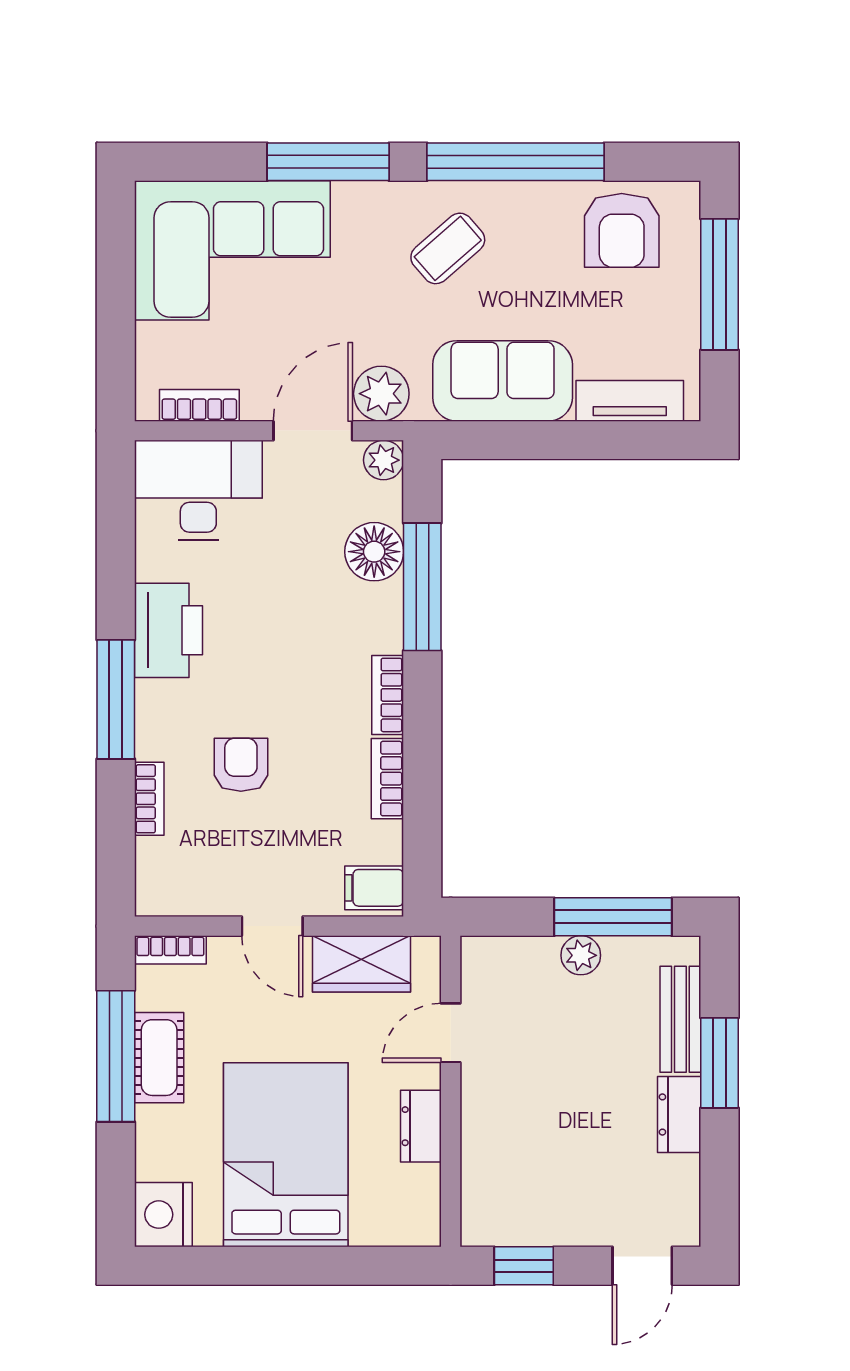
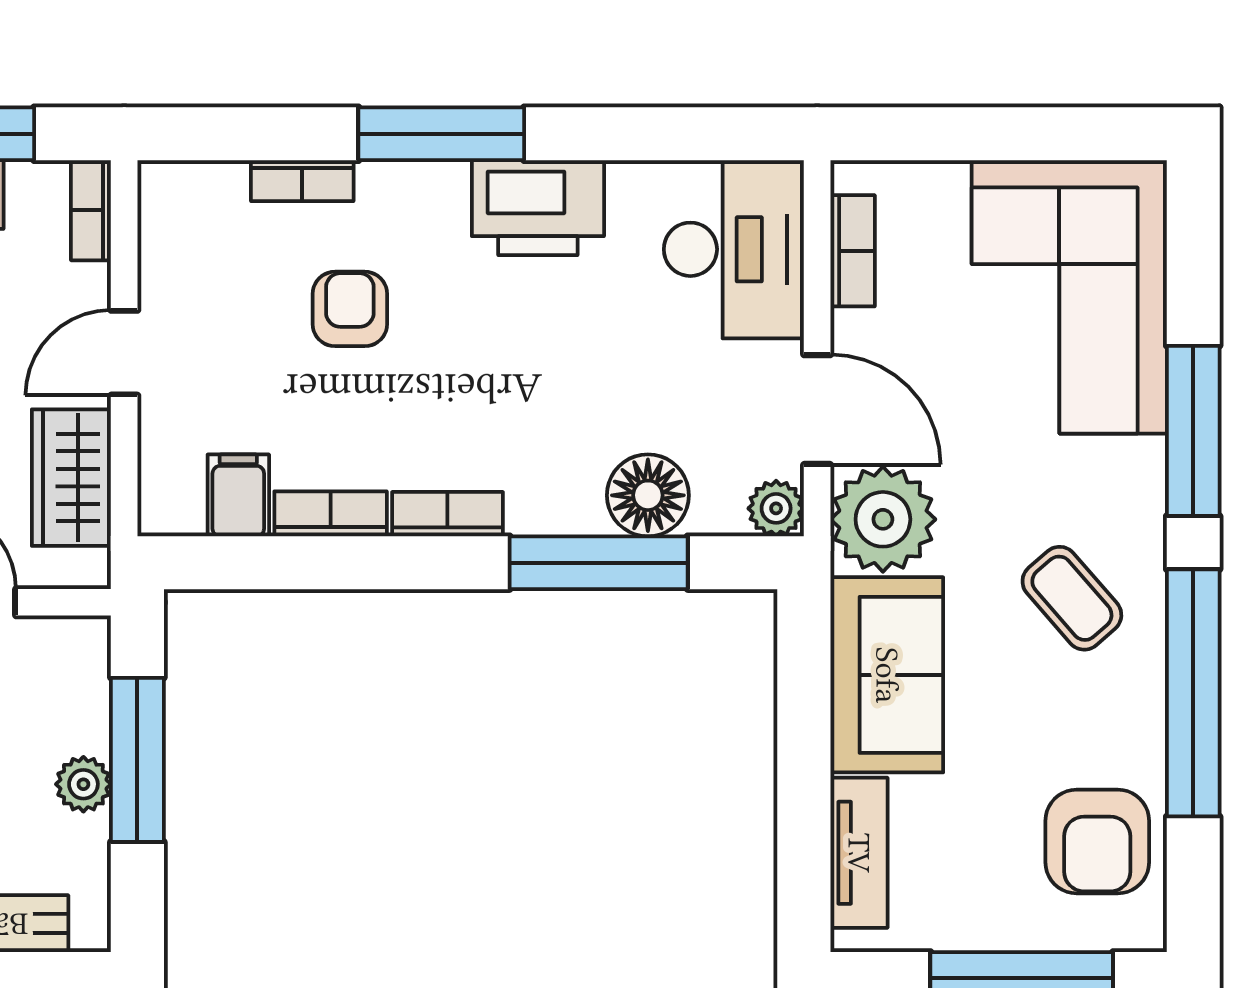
armchair: (622, 230) -> (1097, 842), turned -90
plant: (381, 394) -> (883, 519), width x1.36, depth x1.36
armchair: (241, 765) -> (350, 309), turned -90
filing cabinet: (374, 888) -> (238, 495), moved
window: (613, 917) -> (137, 760), moved

